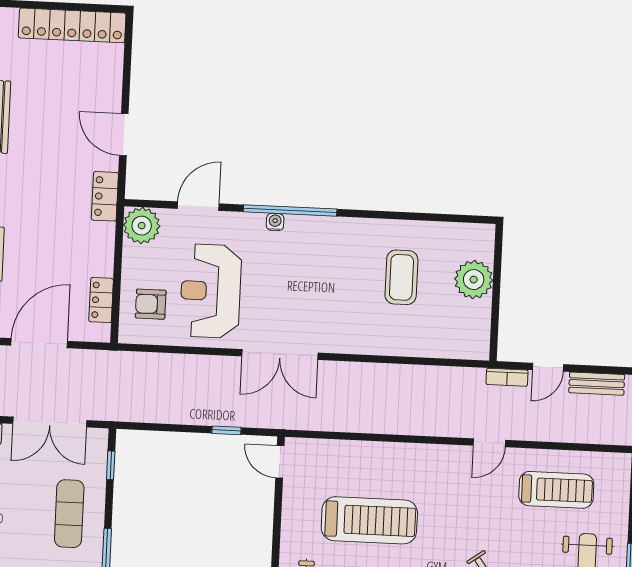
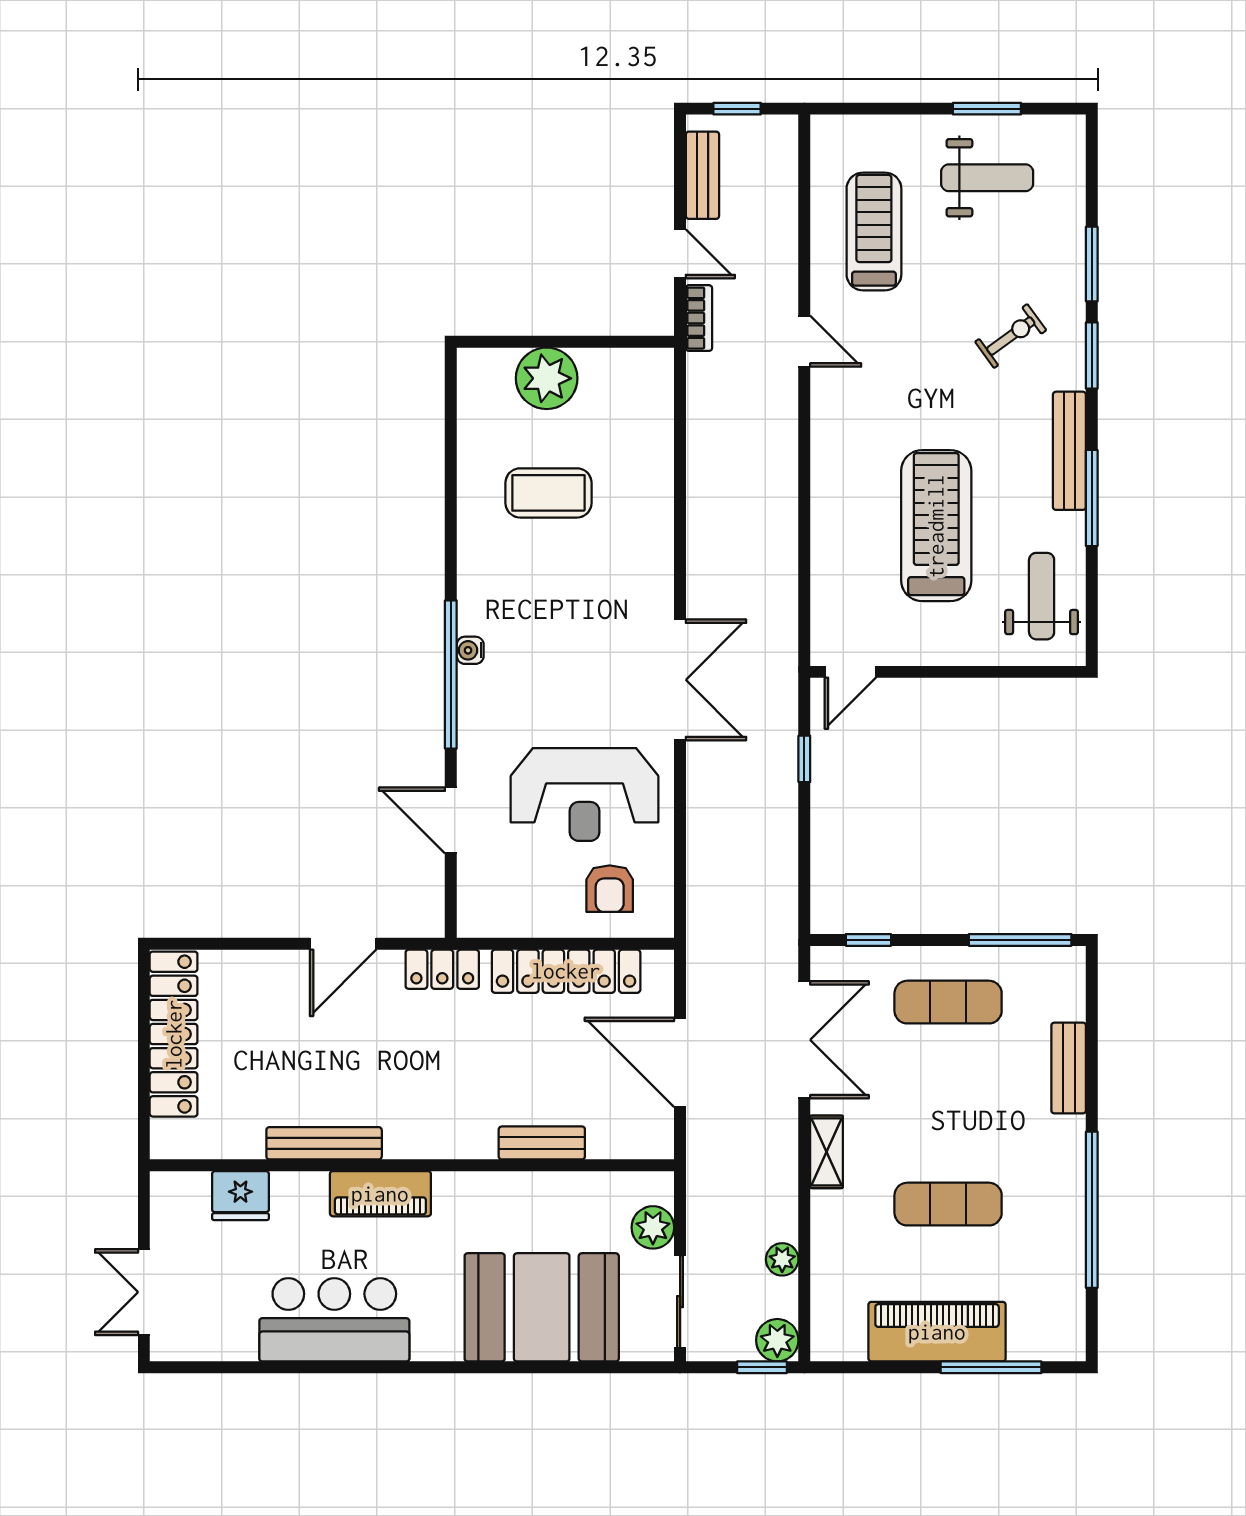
water cooler: (275, 222) -> (470, 650), moved
plant: (142, 226) -> (486, 909), removed
locker: (101, 300) -> (566, 971), width x2.16, depth x1.21

